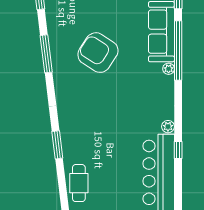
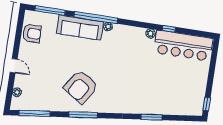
armchair: (98, 53) -> (81, 87), moved
cafe table: (79, 183) -> (182, 105), removed

